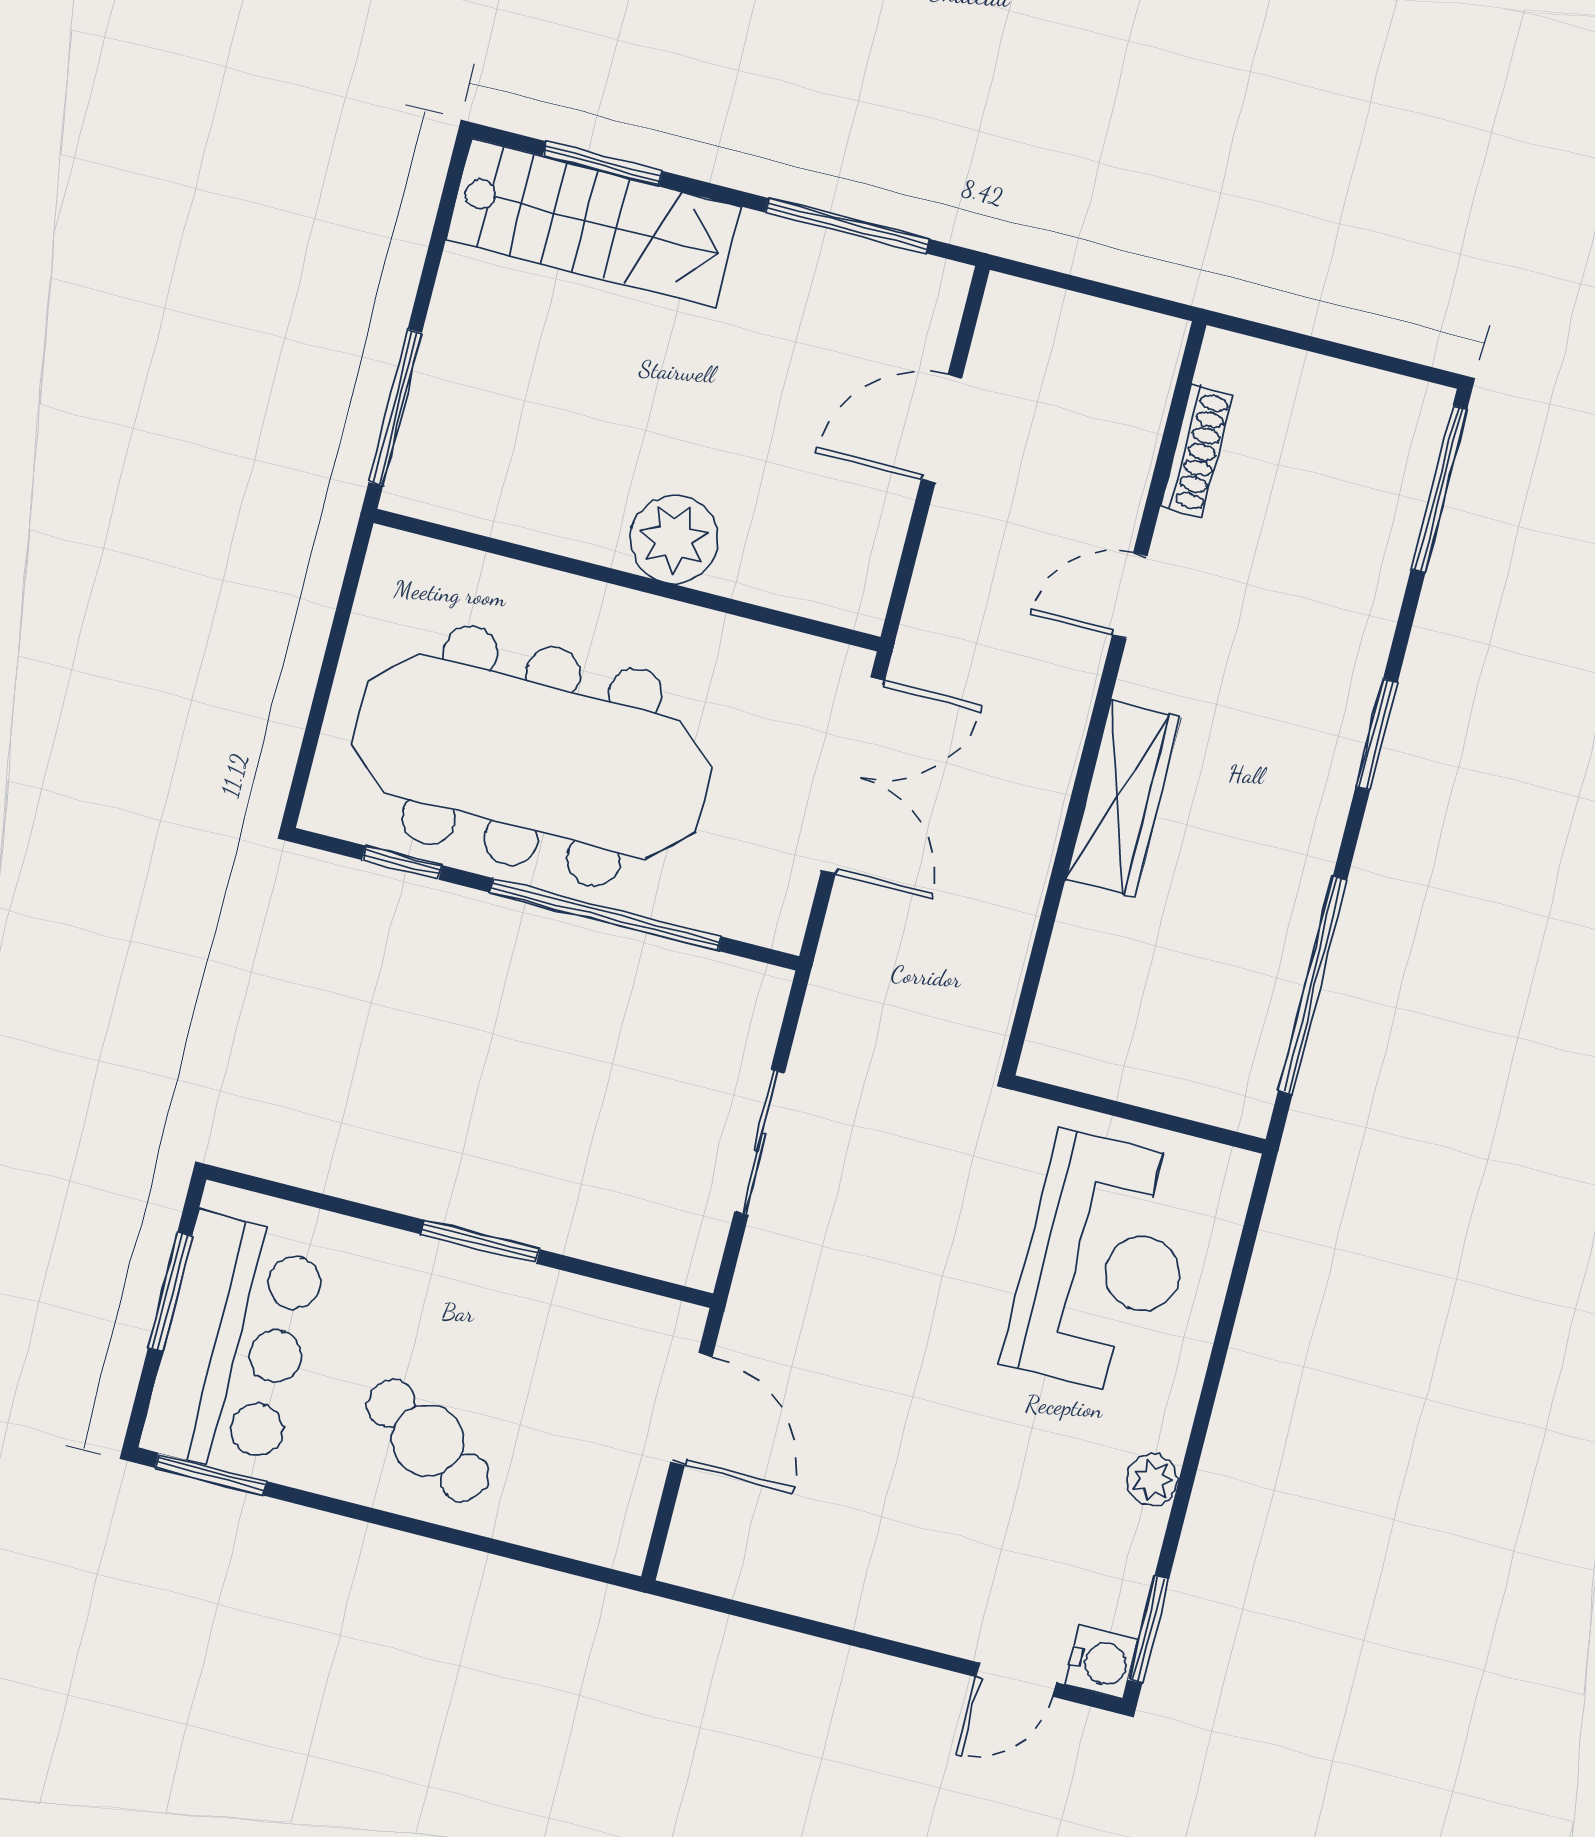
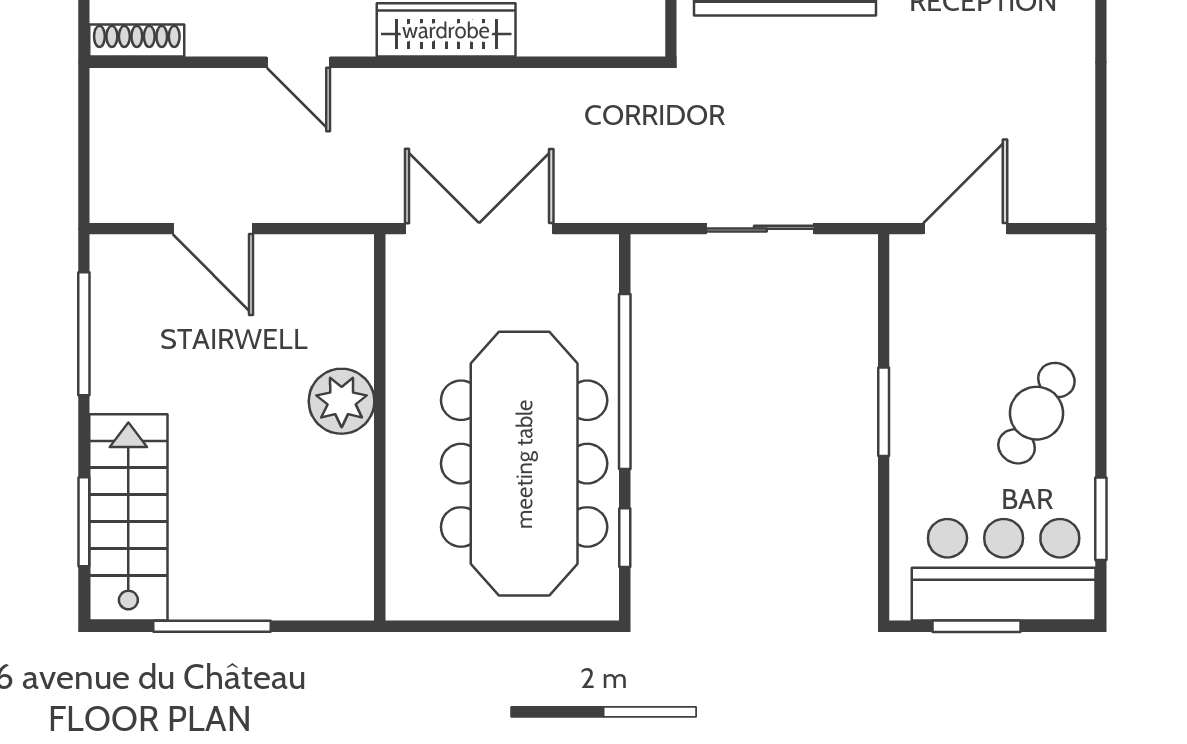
window: (395, 407) -> (212, 626), moved
shoe rack: (1197, 451) -> (137, 41), moved
window: (211, 1474) -> (1101, 519), moved

